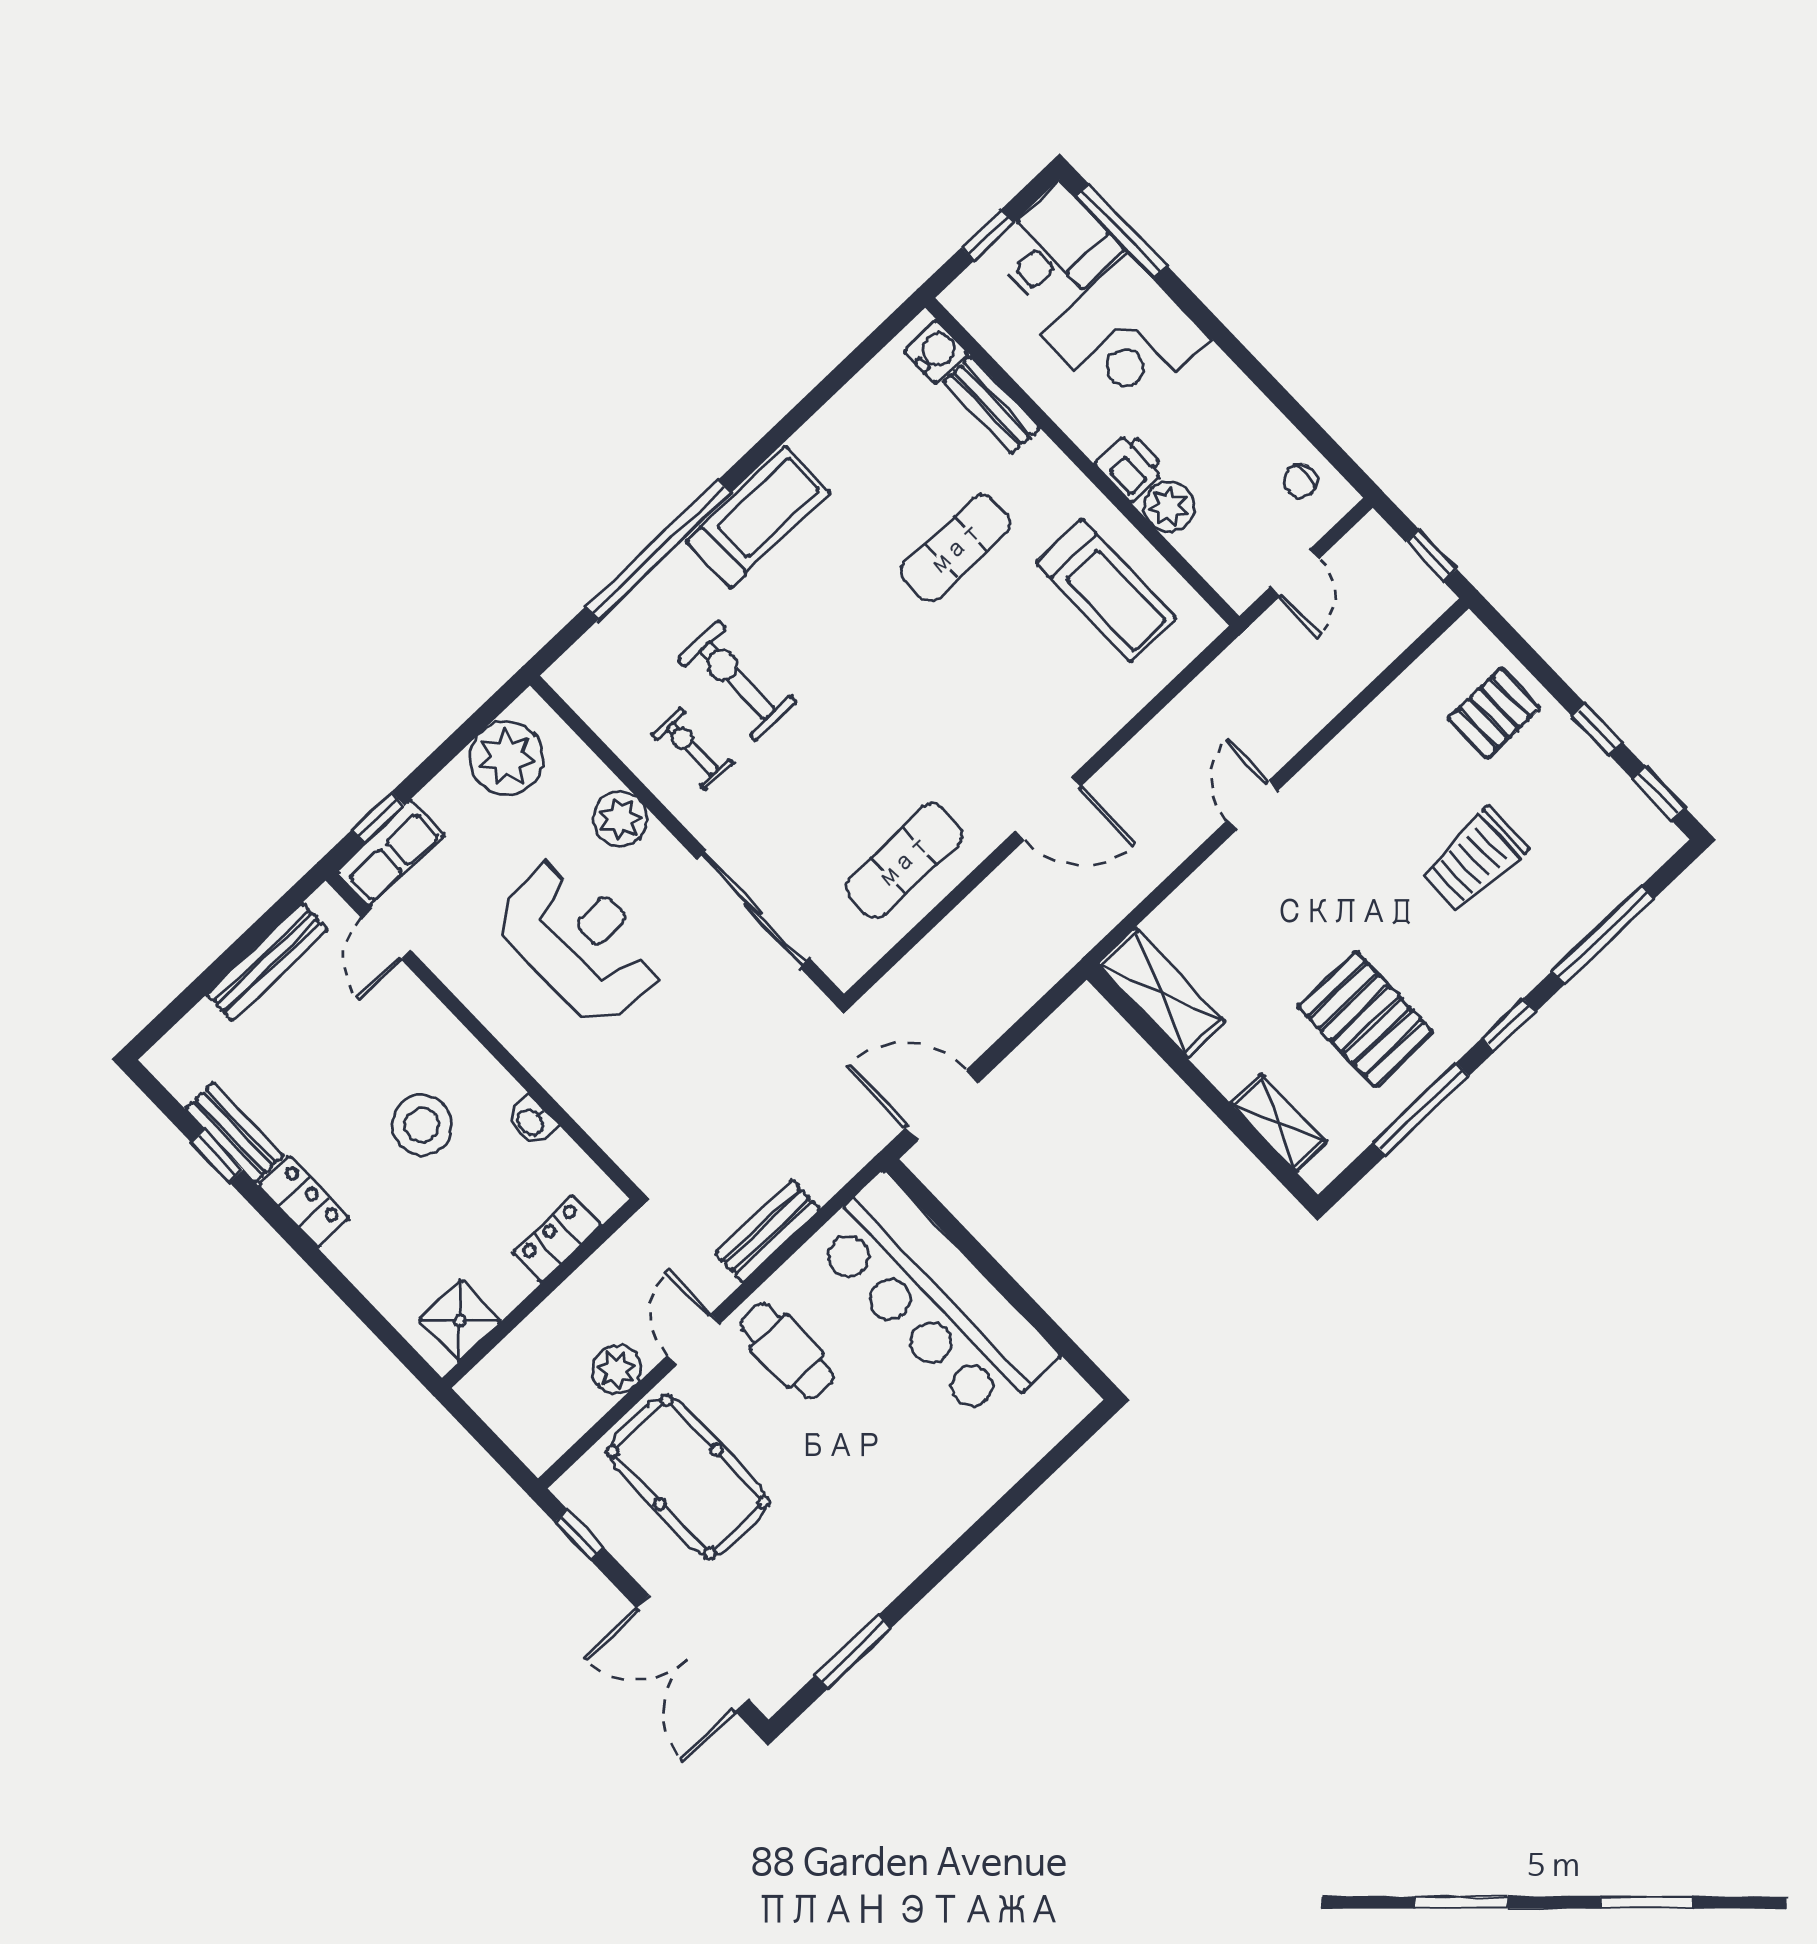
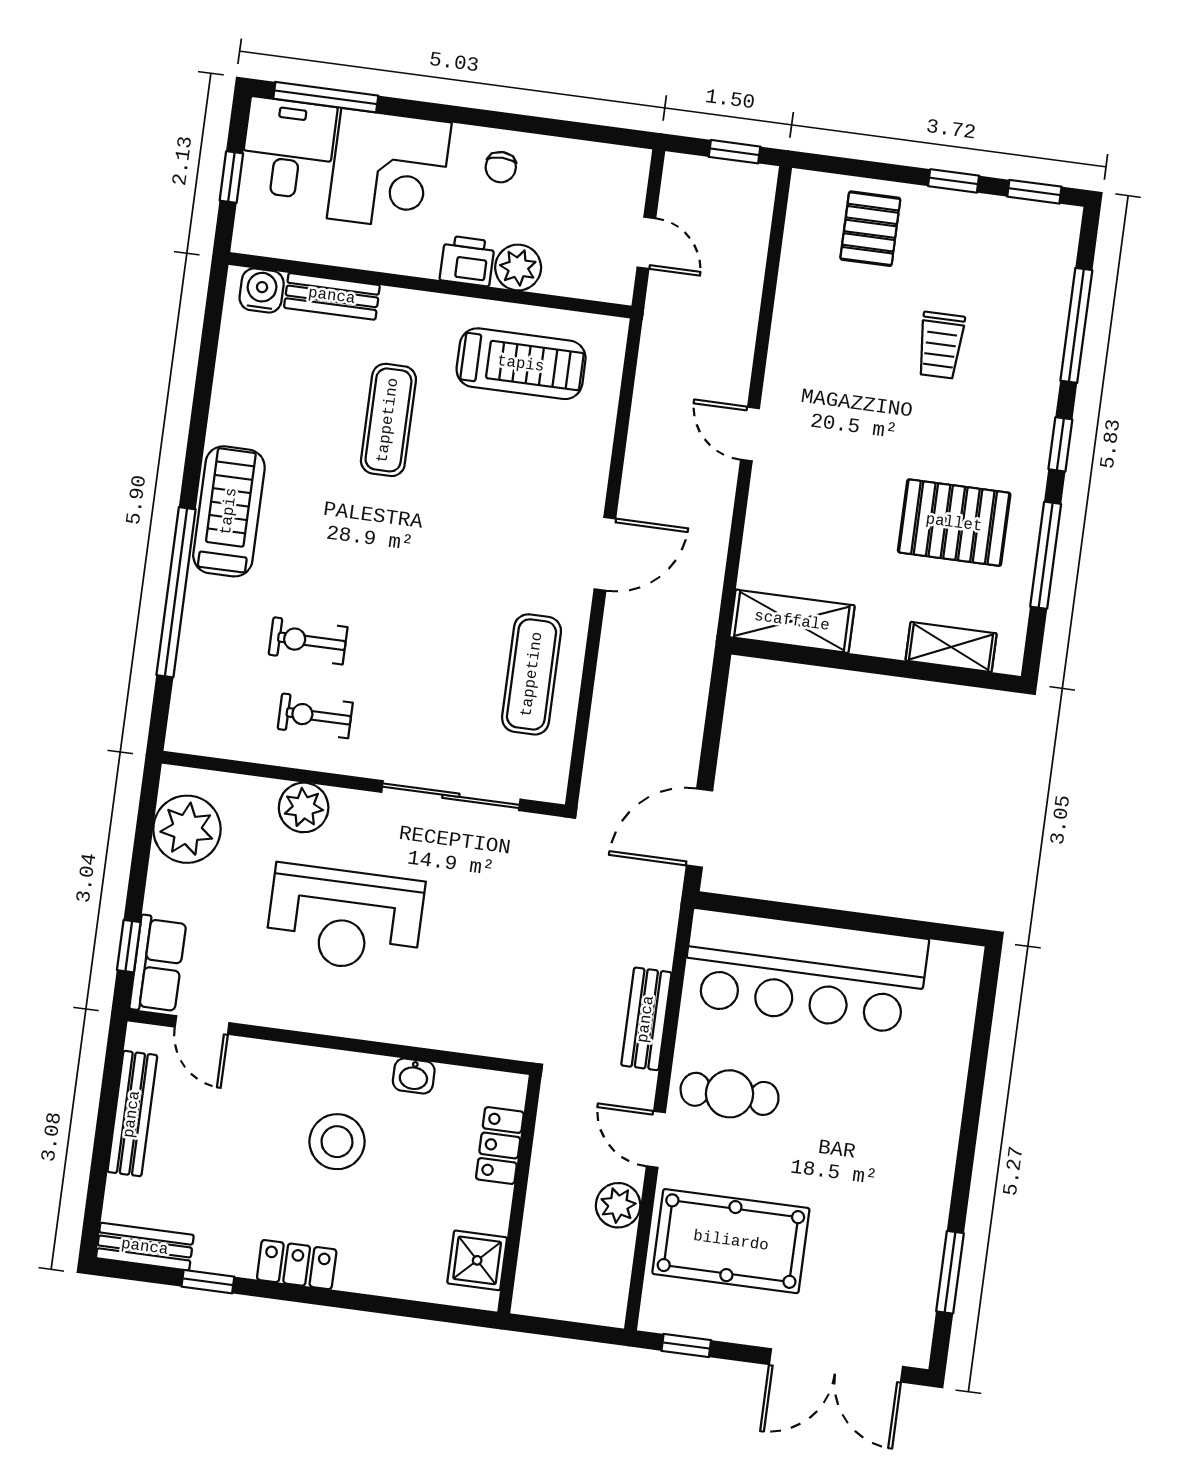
chair: (1300, 481) -> (501, 167), moved
exercise bike: (737, 681) -> (308, 641), width x0.73, depth x0.72
trolley: (1474, 860) -> (941, 345), width x0.73, depth x0.72
reception desk: (580, 941) -> (345, 919), turned 180
bench: (234, 1132) -> (145, 1247), moved

